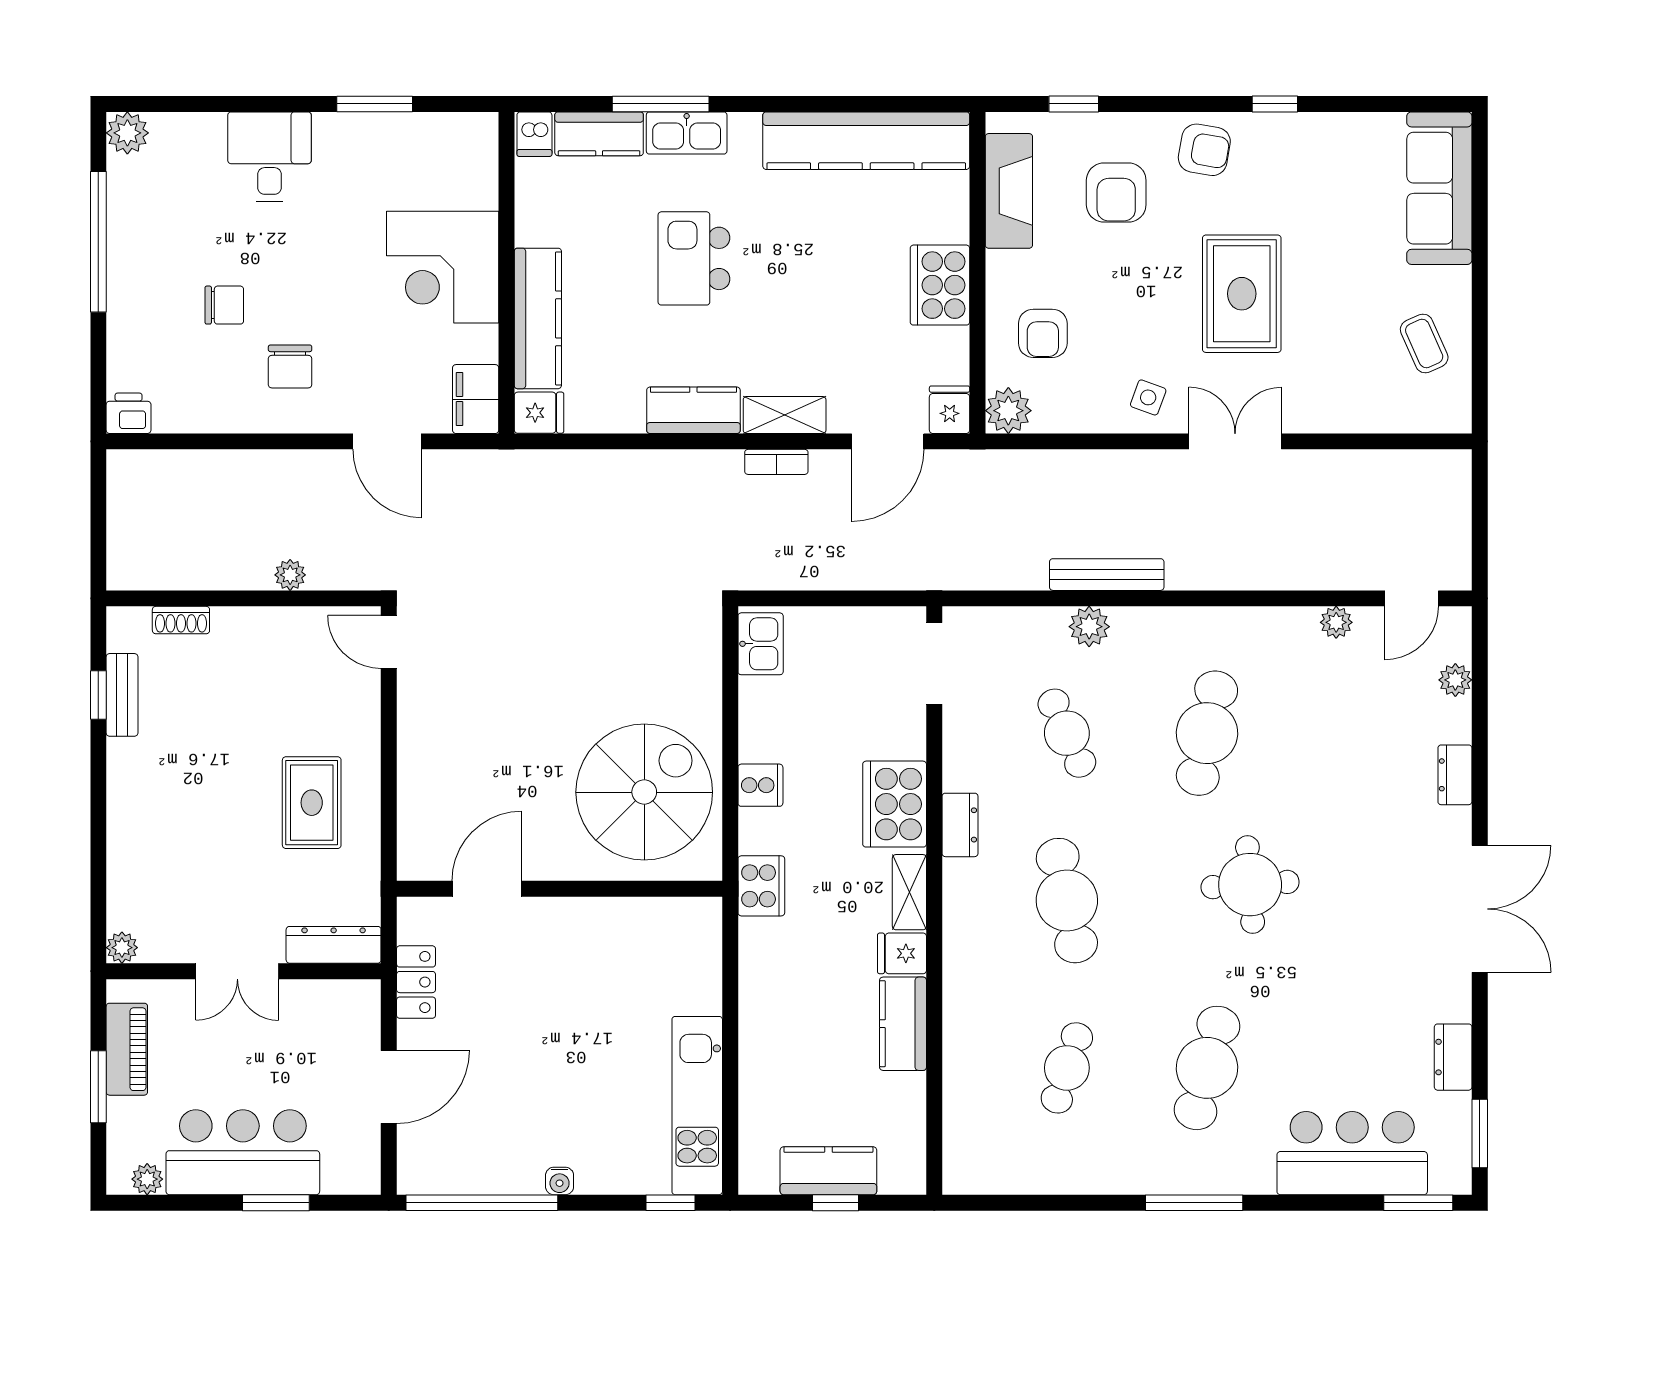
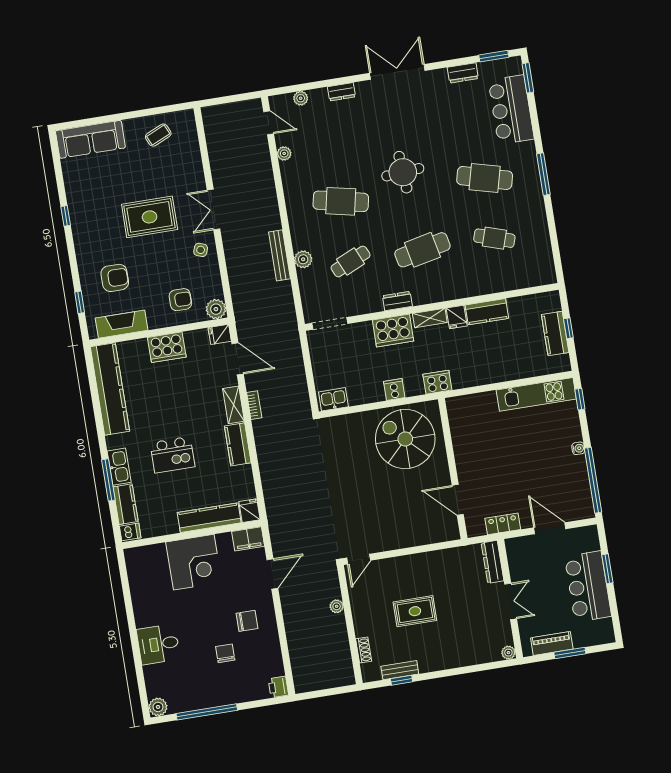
window: (375, 104) -> (128, 603), removed
armchair: (1204, 150) -> (90, 243), removed
rug: (312, 803) -> (415, 611), moved
plant: (147, 1179) -> (606, 626), removed

